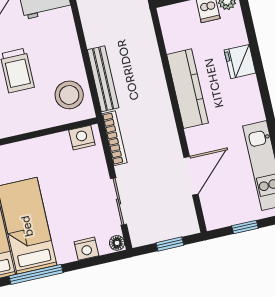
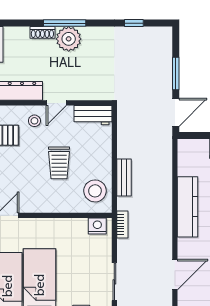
bench: (103, 79) -> (124, 178), width x0.73
bookcase: (114, 138) -> (122, 225), width x0.64

